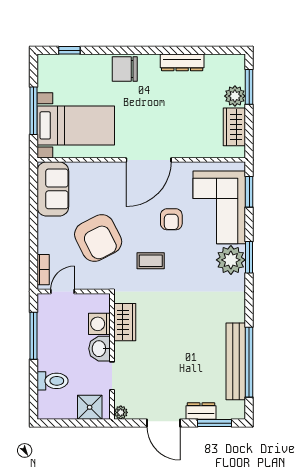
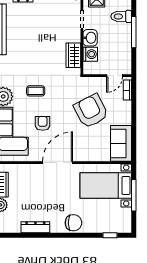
coffee table: (151, 261) -> (36, 91), moved
window: (33, 336) -> (134, 32), moved

